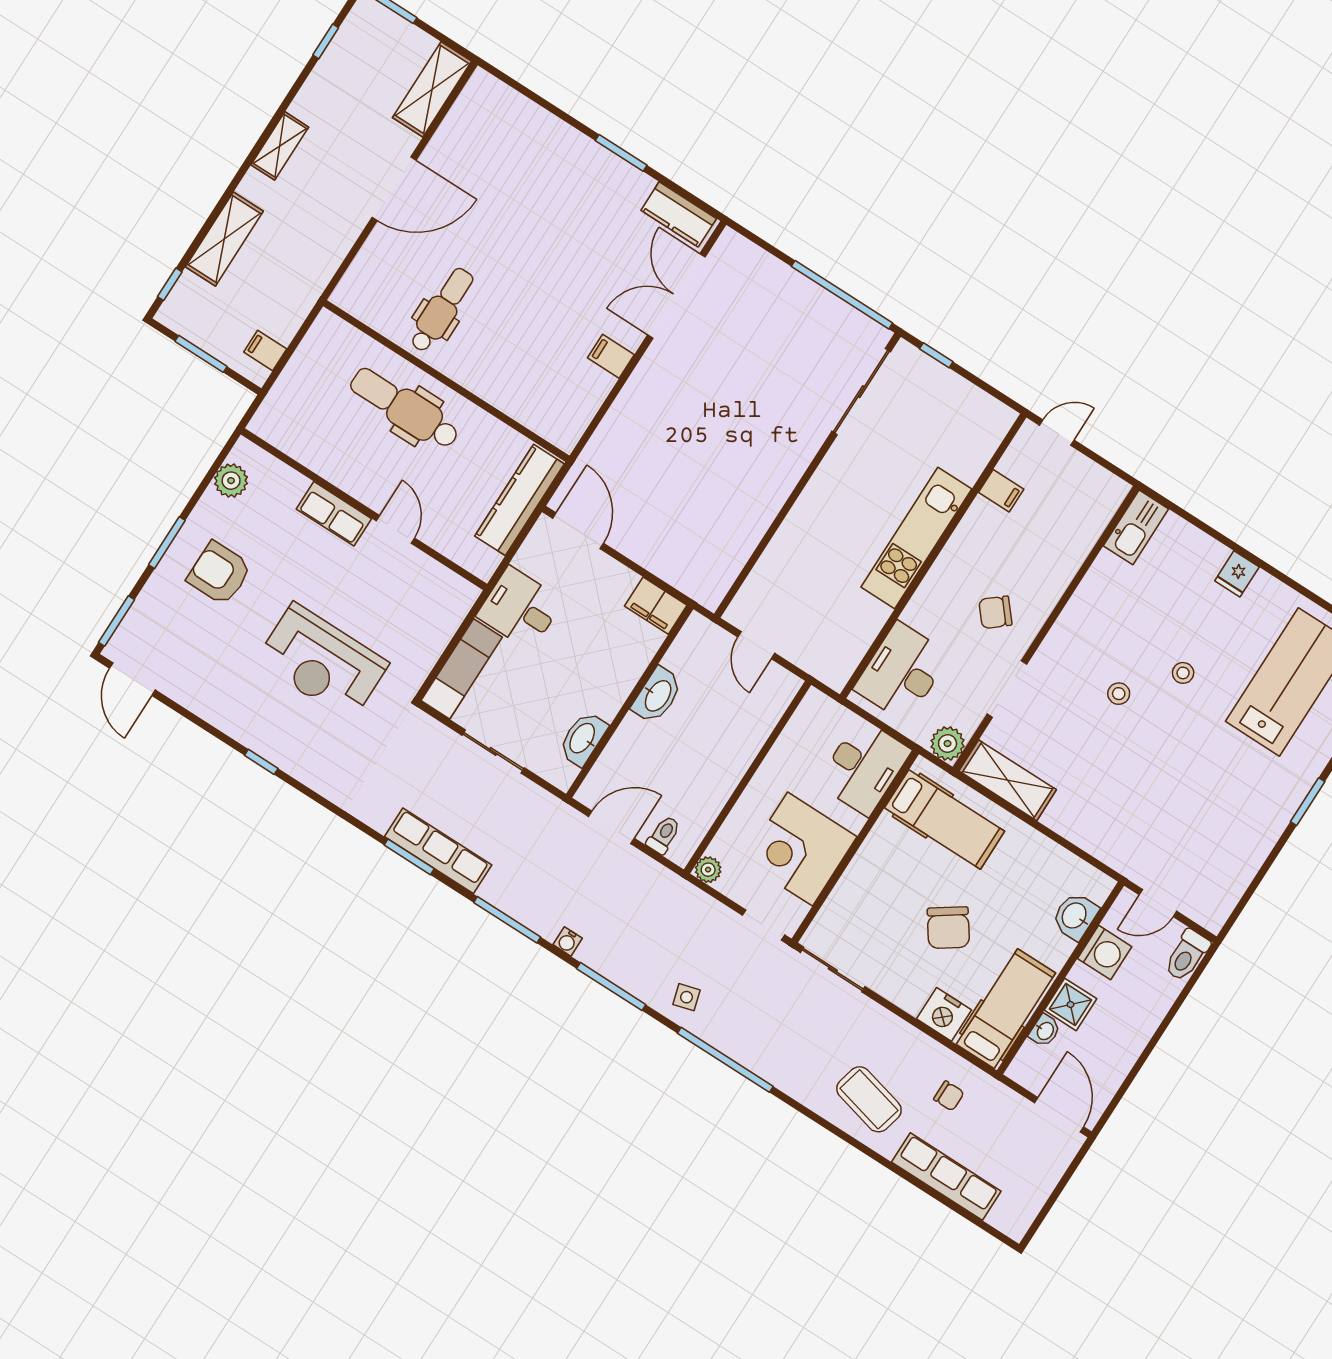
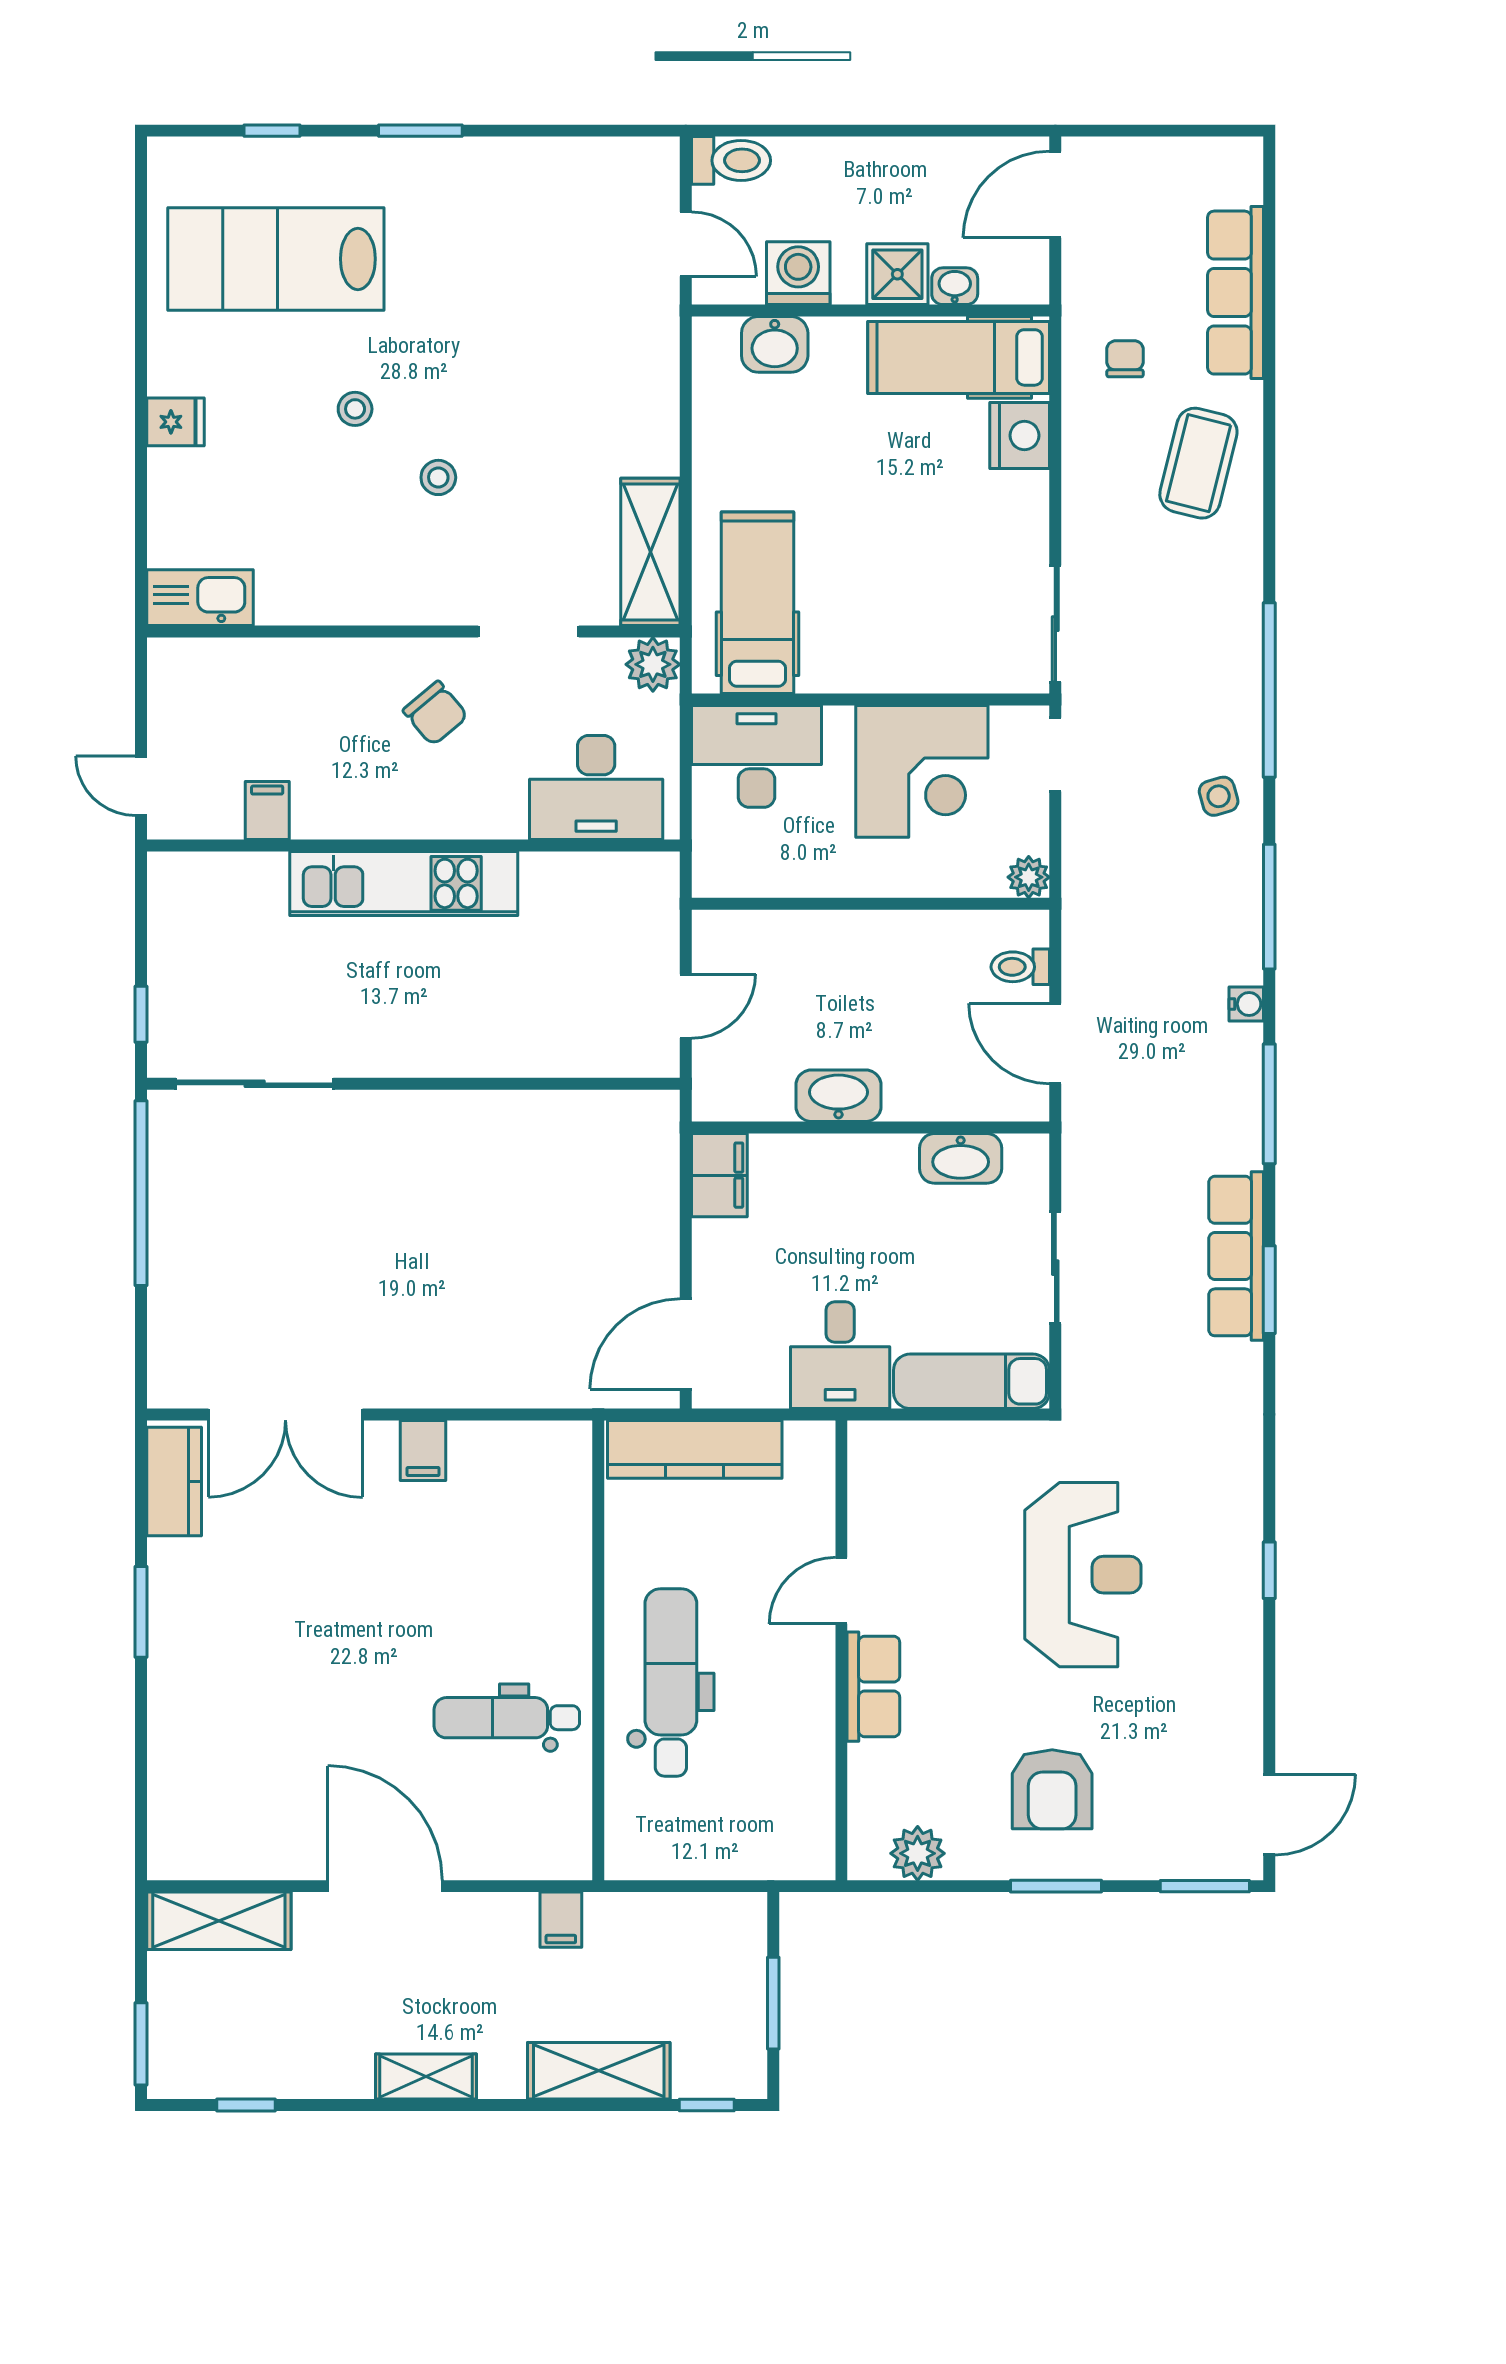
filing cabinet: (265, 351) -> (561, 1920), moved
dental chair: (405, 408) -> (671, 1682), turned 180
chair: (948, 928) -> (899, 505), removed

